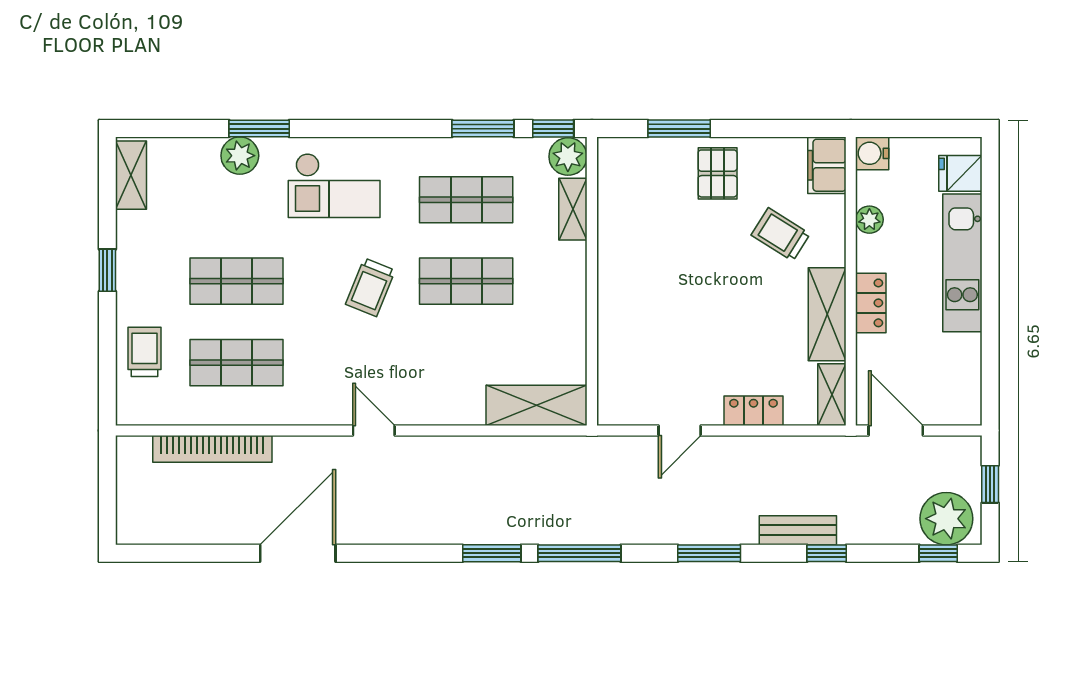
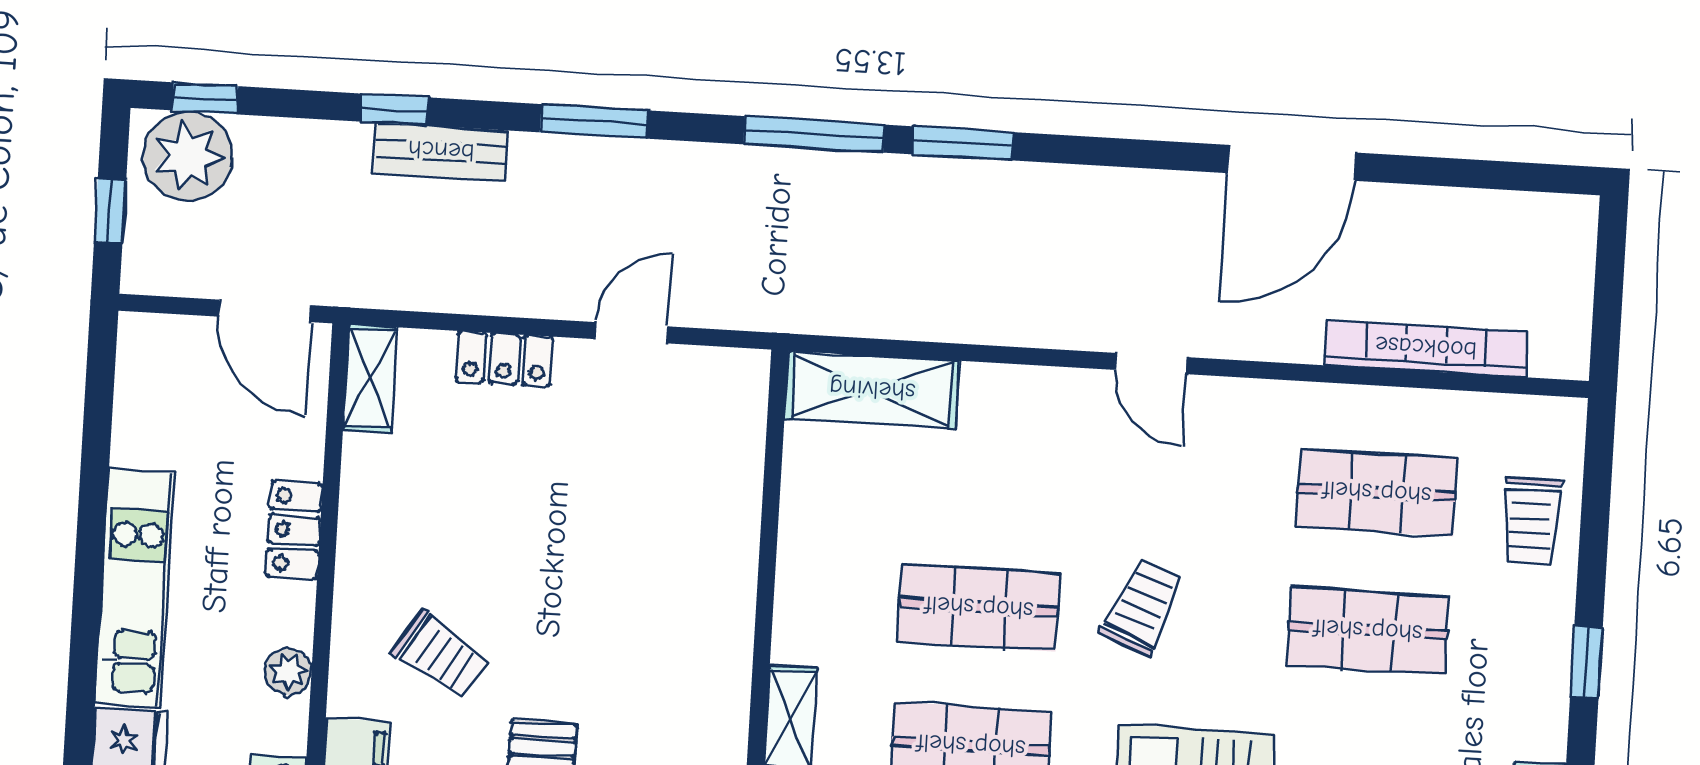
shelving: (827, 314) -> (370, 515), removed

